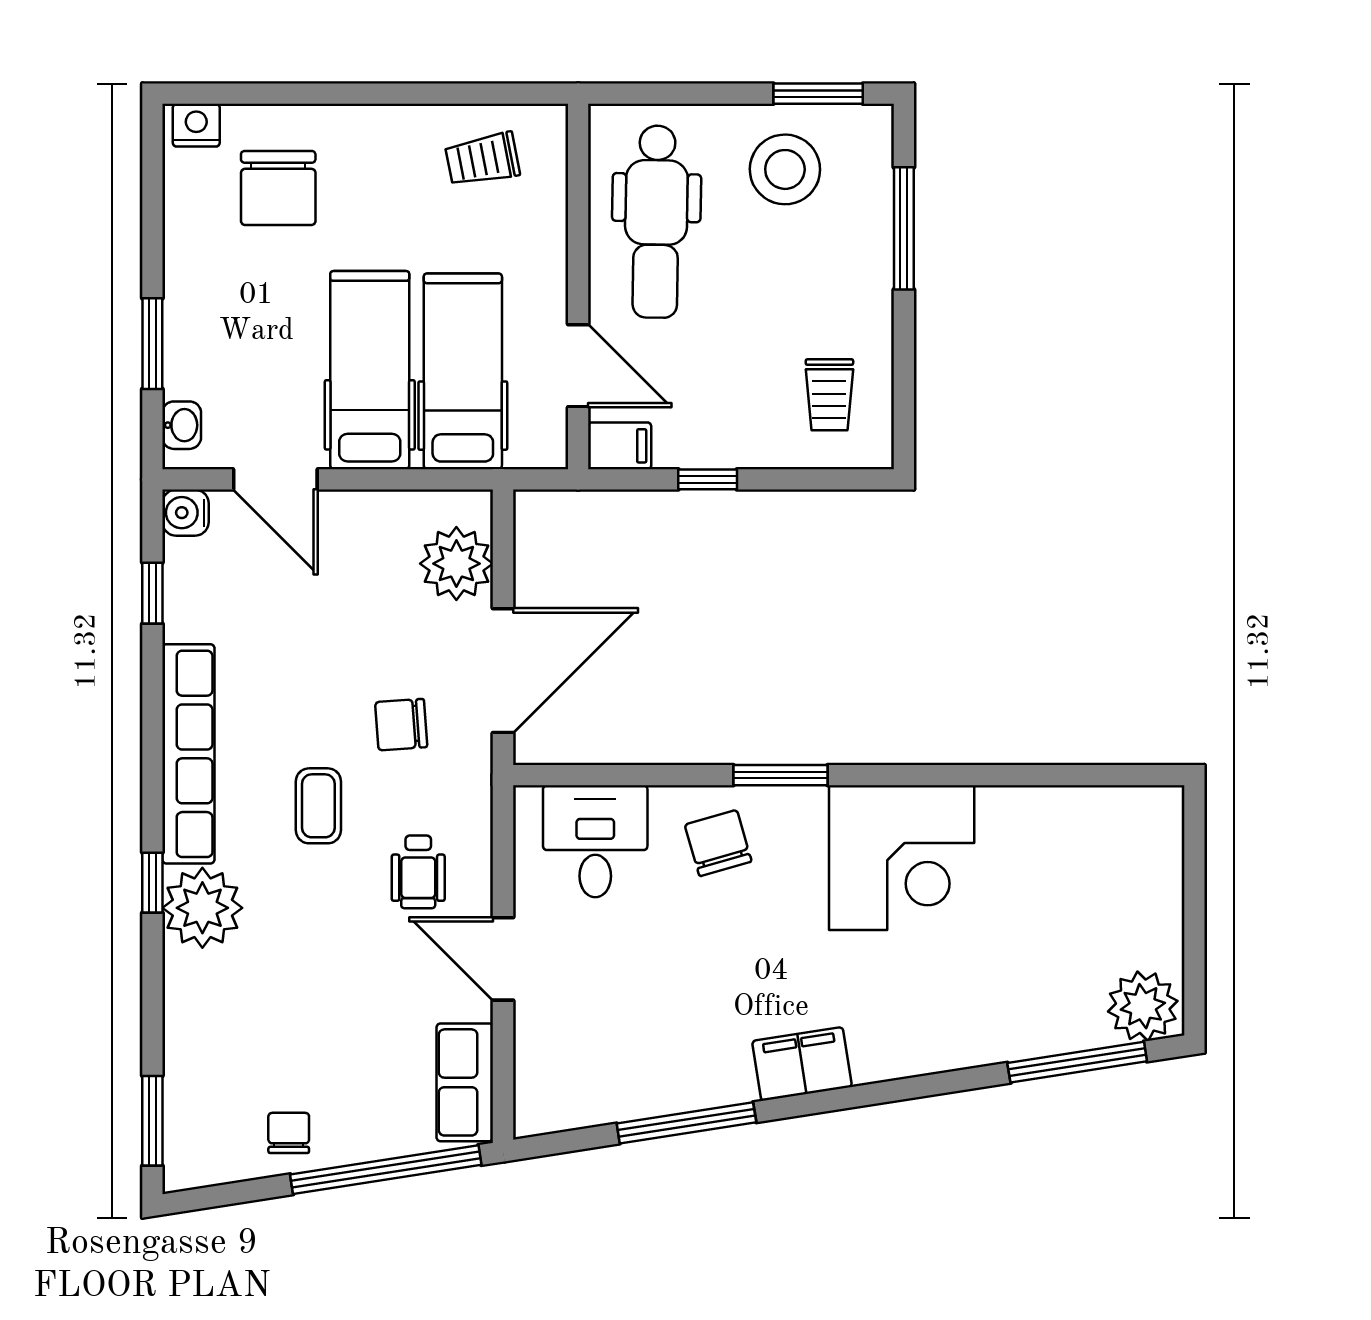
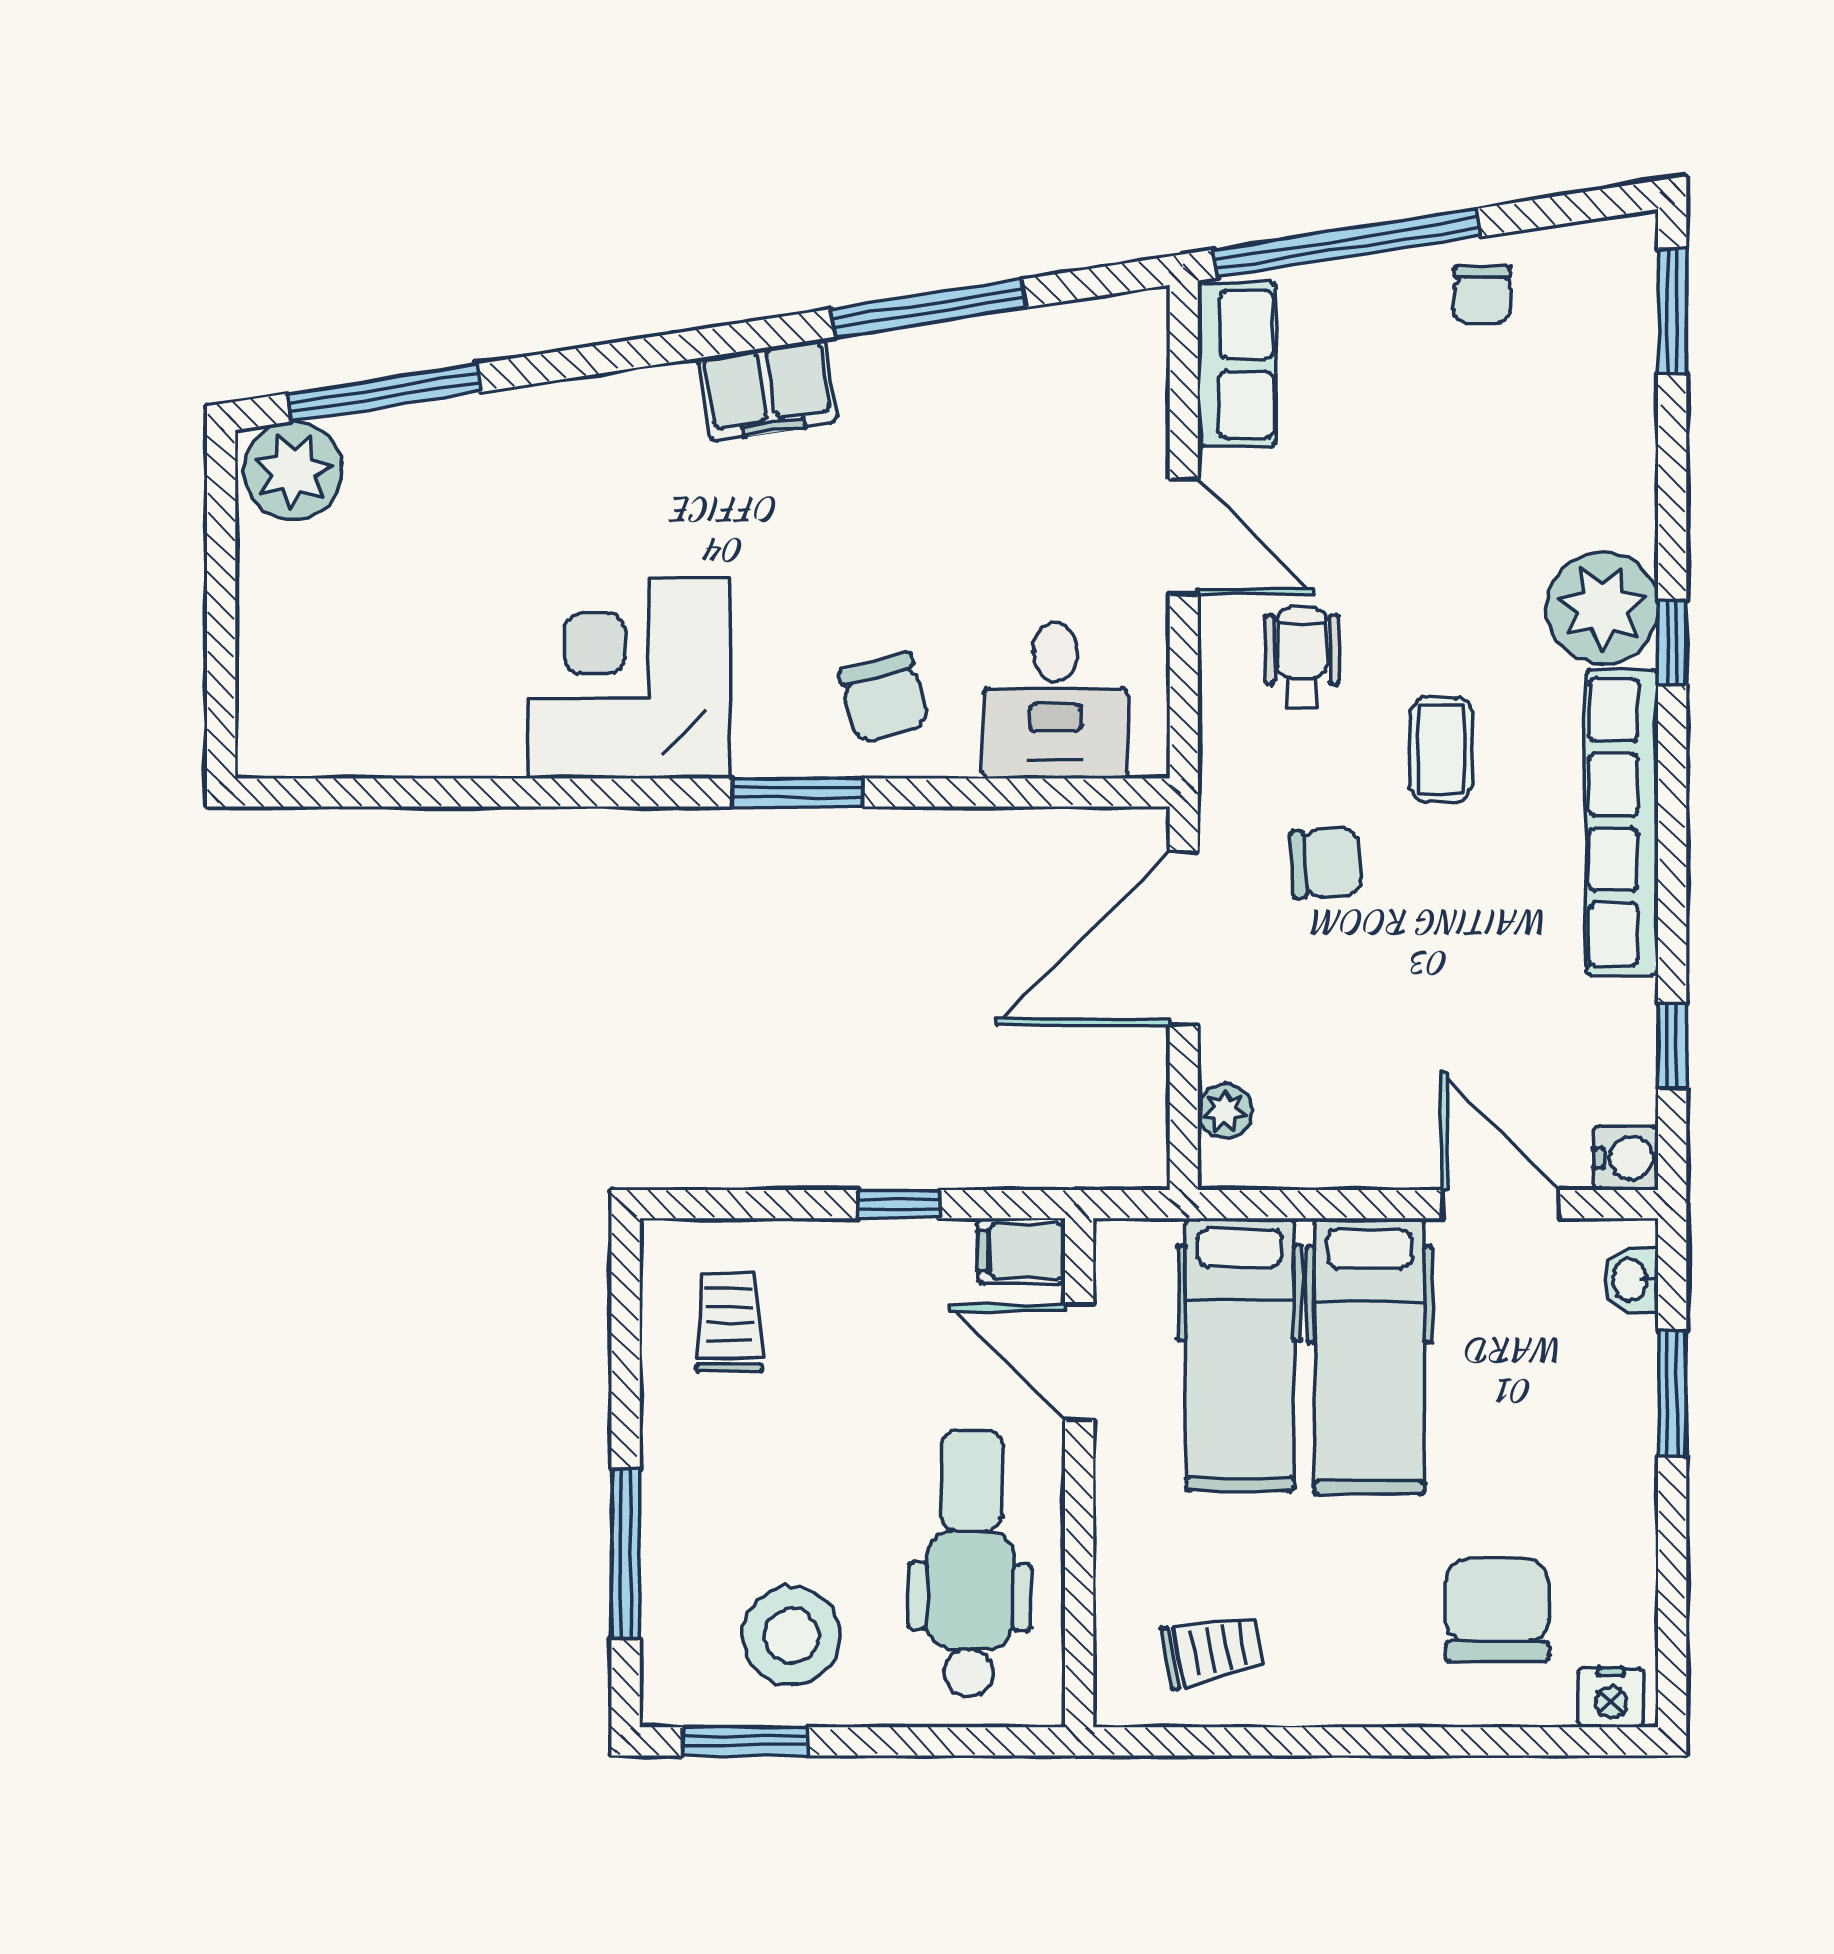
plant: (456, 564) -> (1225, 1111), width x0.53, depth x0.53

